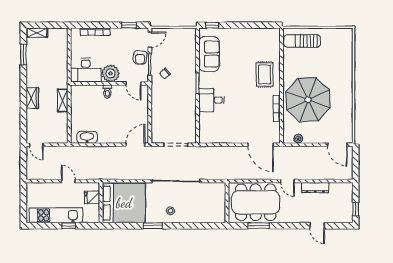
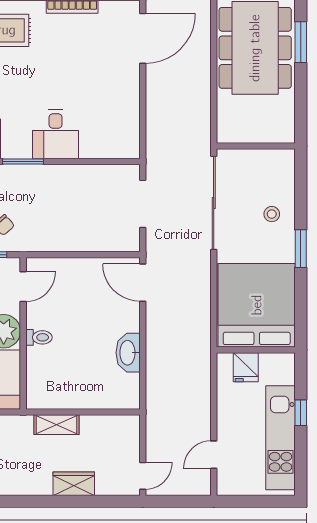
wardrobe: (32, 98) -> (74, 484), moved
washbasin: (87, 137) -> (128, 353), moved
door: (68, 181) -> (214, 455), moved
wall: (227, 203) -> (256, 146), moved

